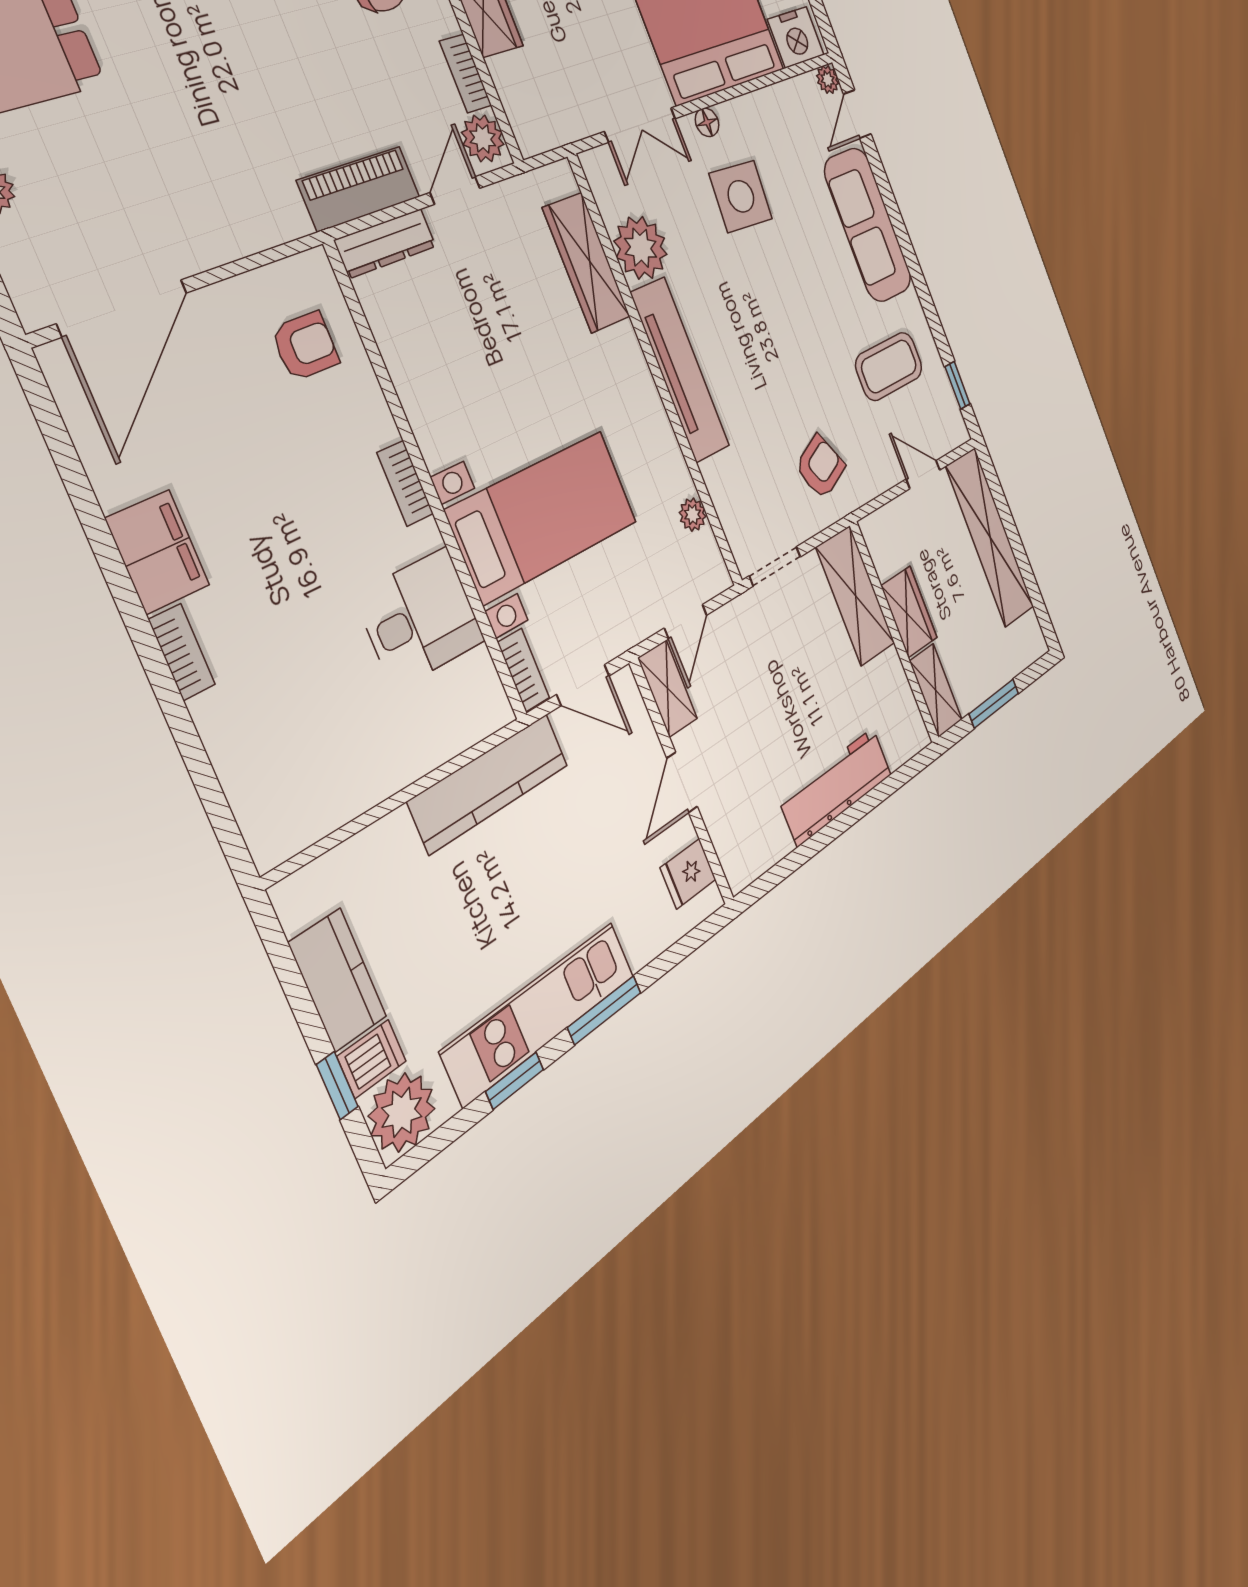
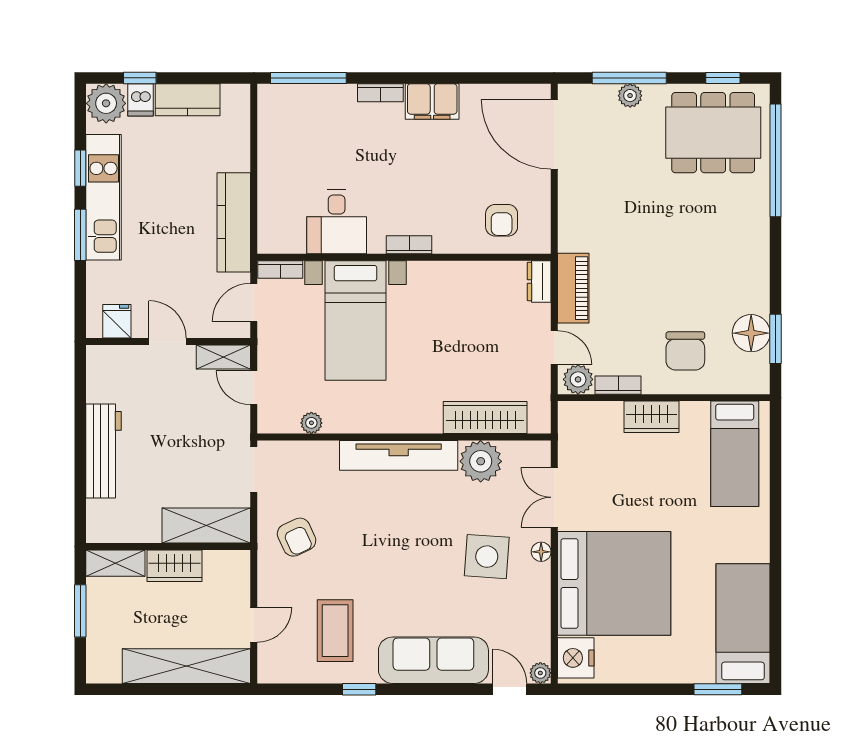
dresser: (386, 243) -> (539, 282), width x0.70
window: (957, 385) -> (359, 689), moved
window: (211, 794) -> (308, 78), added

